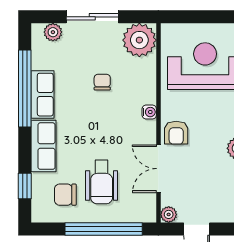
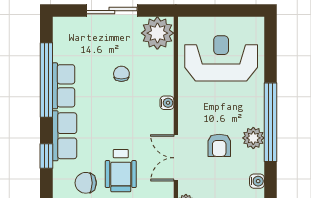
plant: (53, 32) -> (74, 25), removed
armchair: (176, 133) -> (219, 145), moved
window: (25, 186) -> (46, 156), moved

